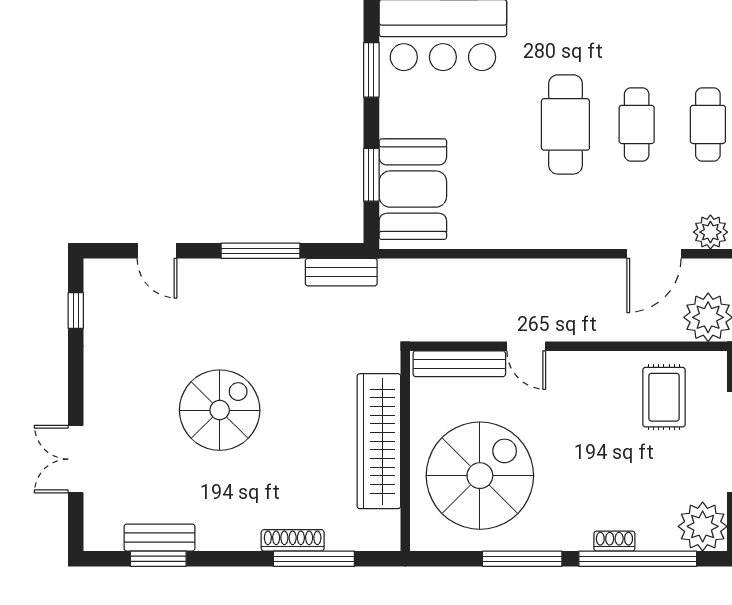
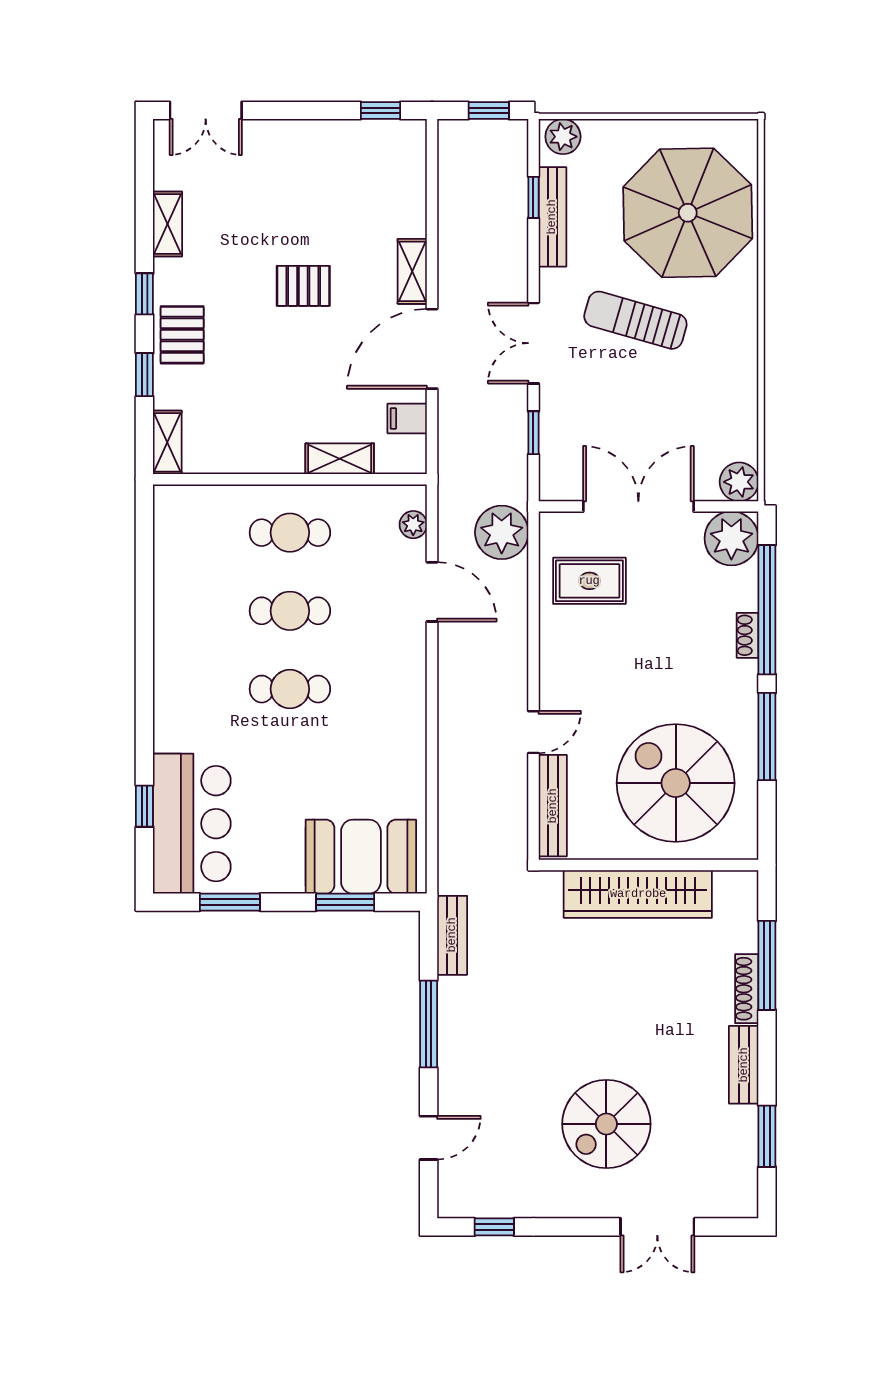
cafe table: (565, 124) -> (290, 689), width x0.73, depth x0.74
plant: (710, 232) -> (413, 525), width x0.73, depth x0.73
spiral stairs: (220, 410) -> (606, 1124), moved, turned -90
bench: (159, 538) -> (744, 1065), moved

